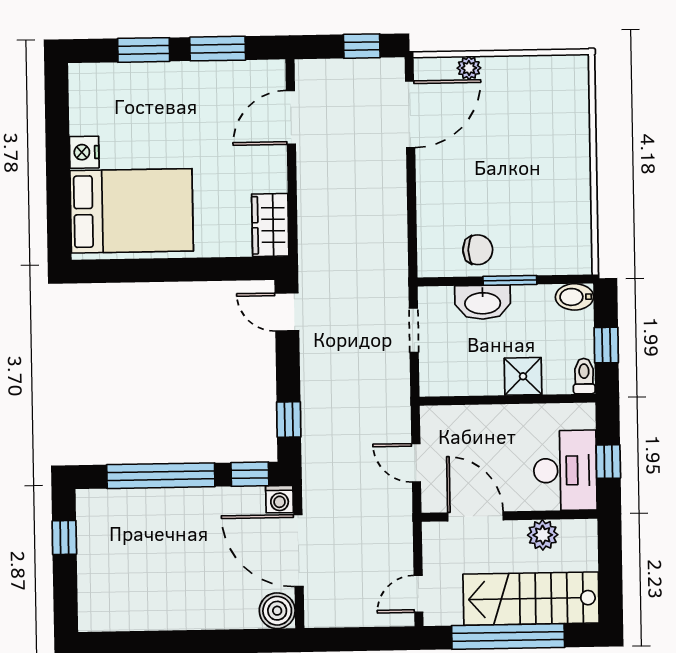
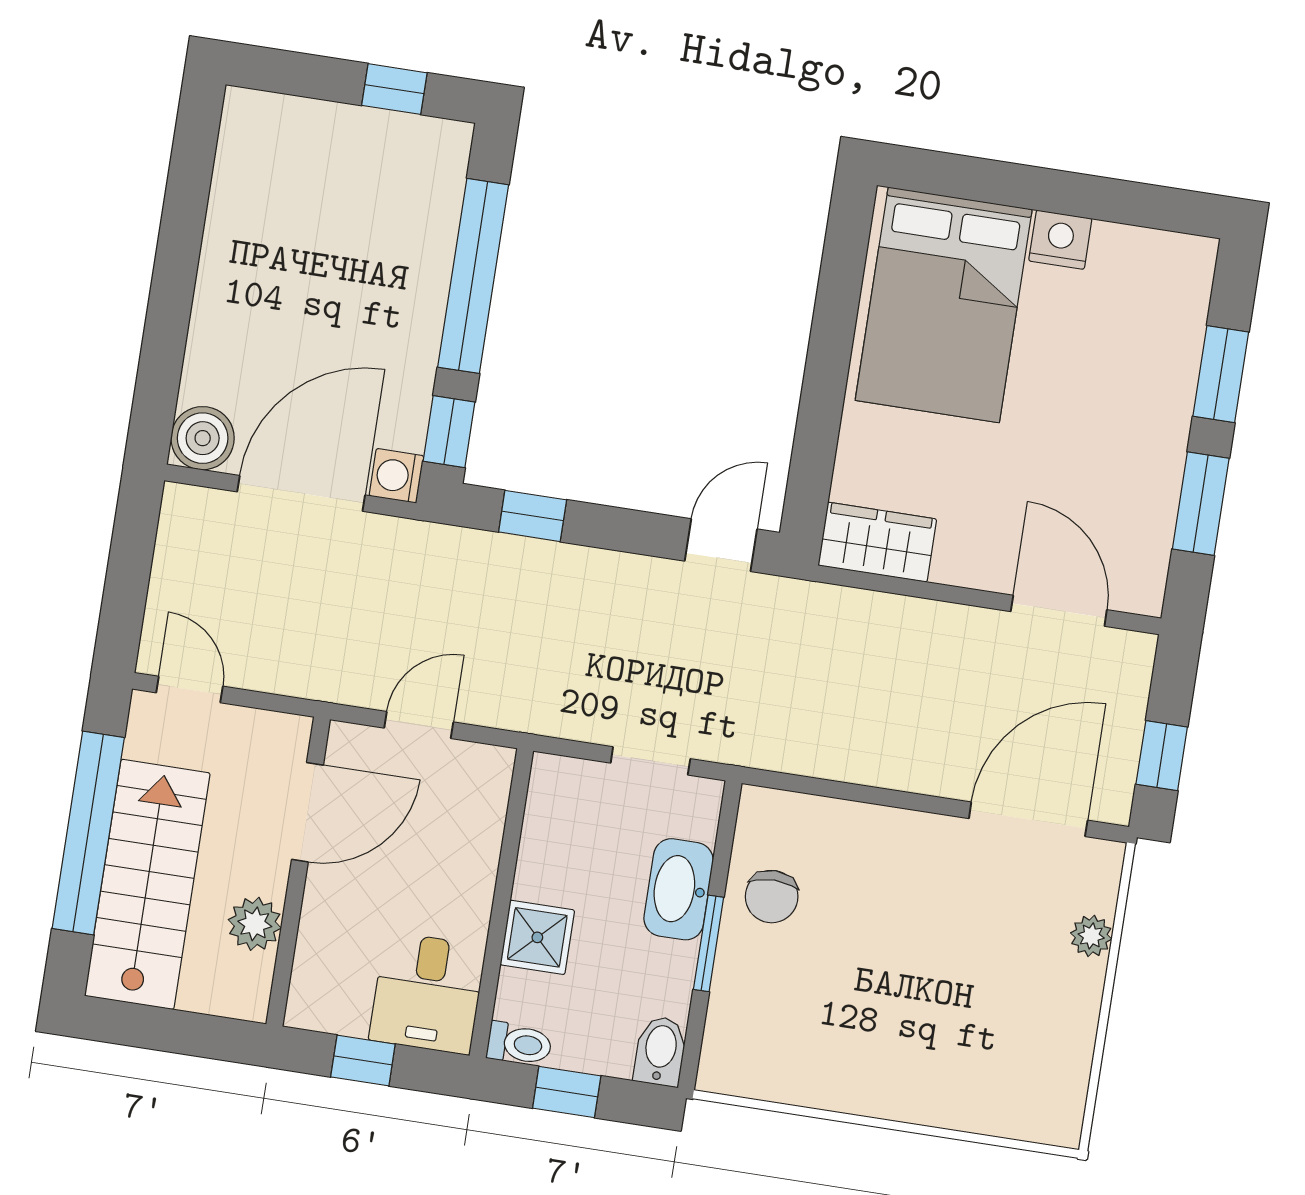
door: (410, 114) -> (1028, 819), swing flipped
desk: (565, 470) -> (427, 993), moved, width x0.73

